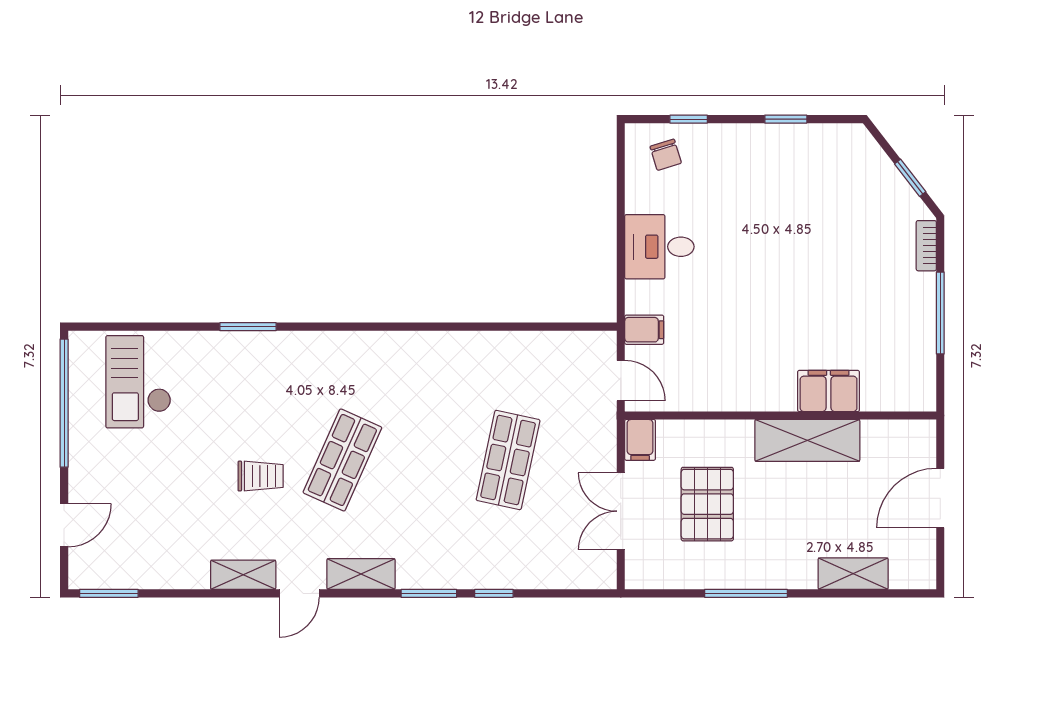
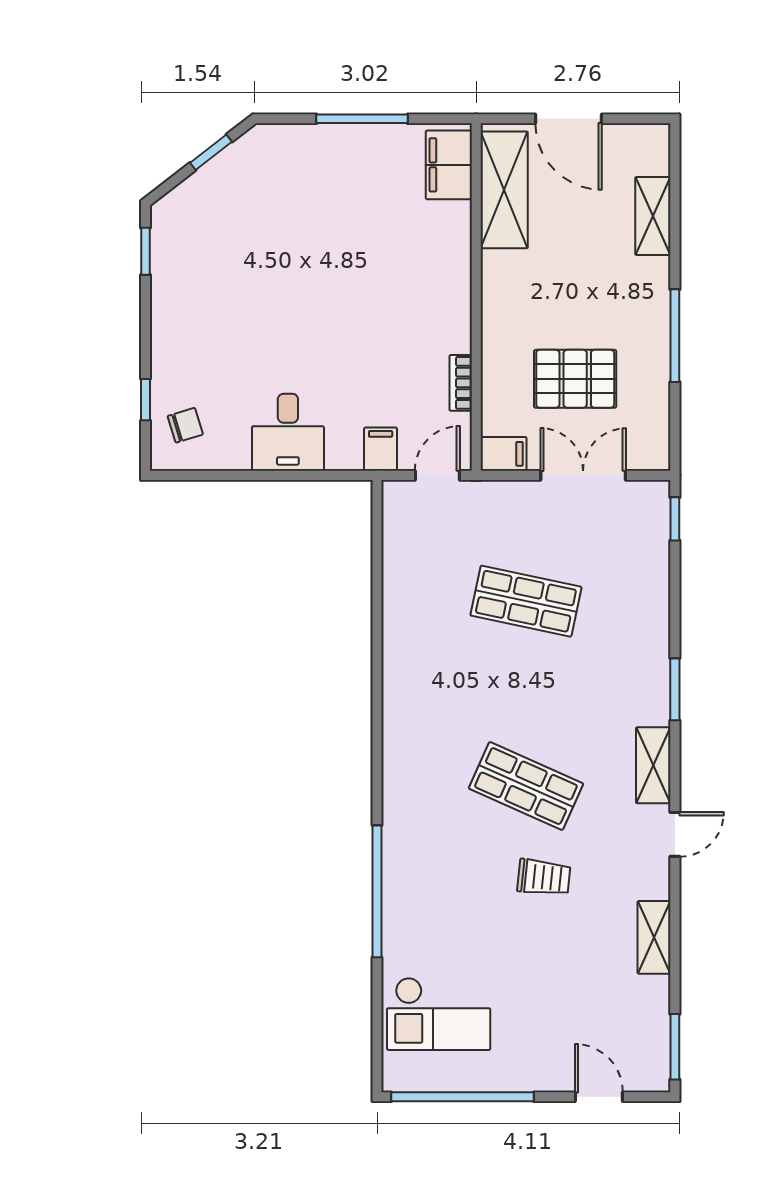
window: (786, 119) -> (145, 251), moved
bookcase: (926, 246) -> (461, 383), moved, turned 90
window: (248, 327) -> (377, 891), width x2.11
filing cabinet: (829, 391) -> (449, 165), moved
shelving: (807, 440) -> (504, 190), moved
trolley: (261, 476) -> (544, 877), turned 96
double door: (621, 511) -> (583, 475), swing flipped
shelving: (243, 575) -> (654, 937), moved
door: (299, 593) -> (675, 834), hinge flipped
window: (494, 593) -> (675, 519), moved

